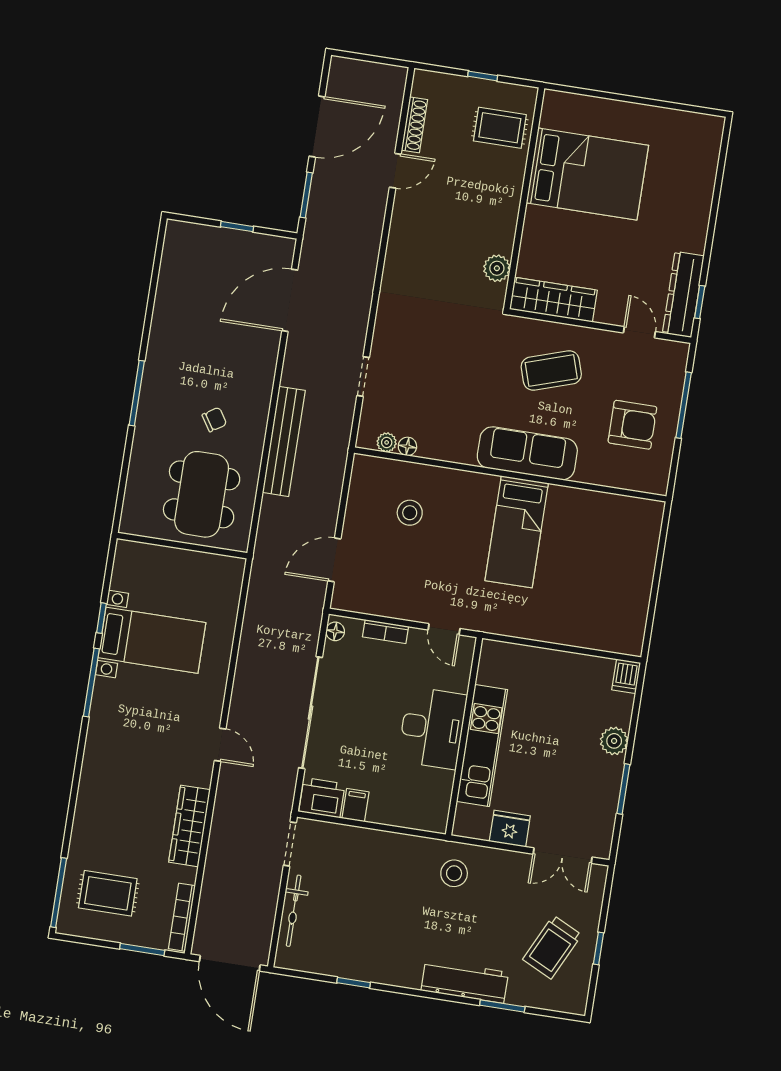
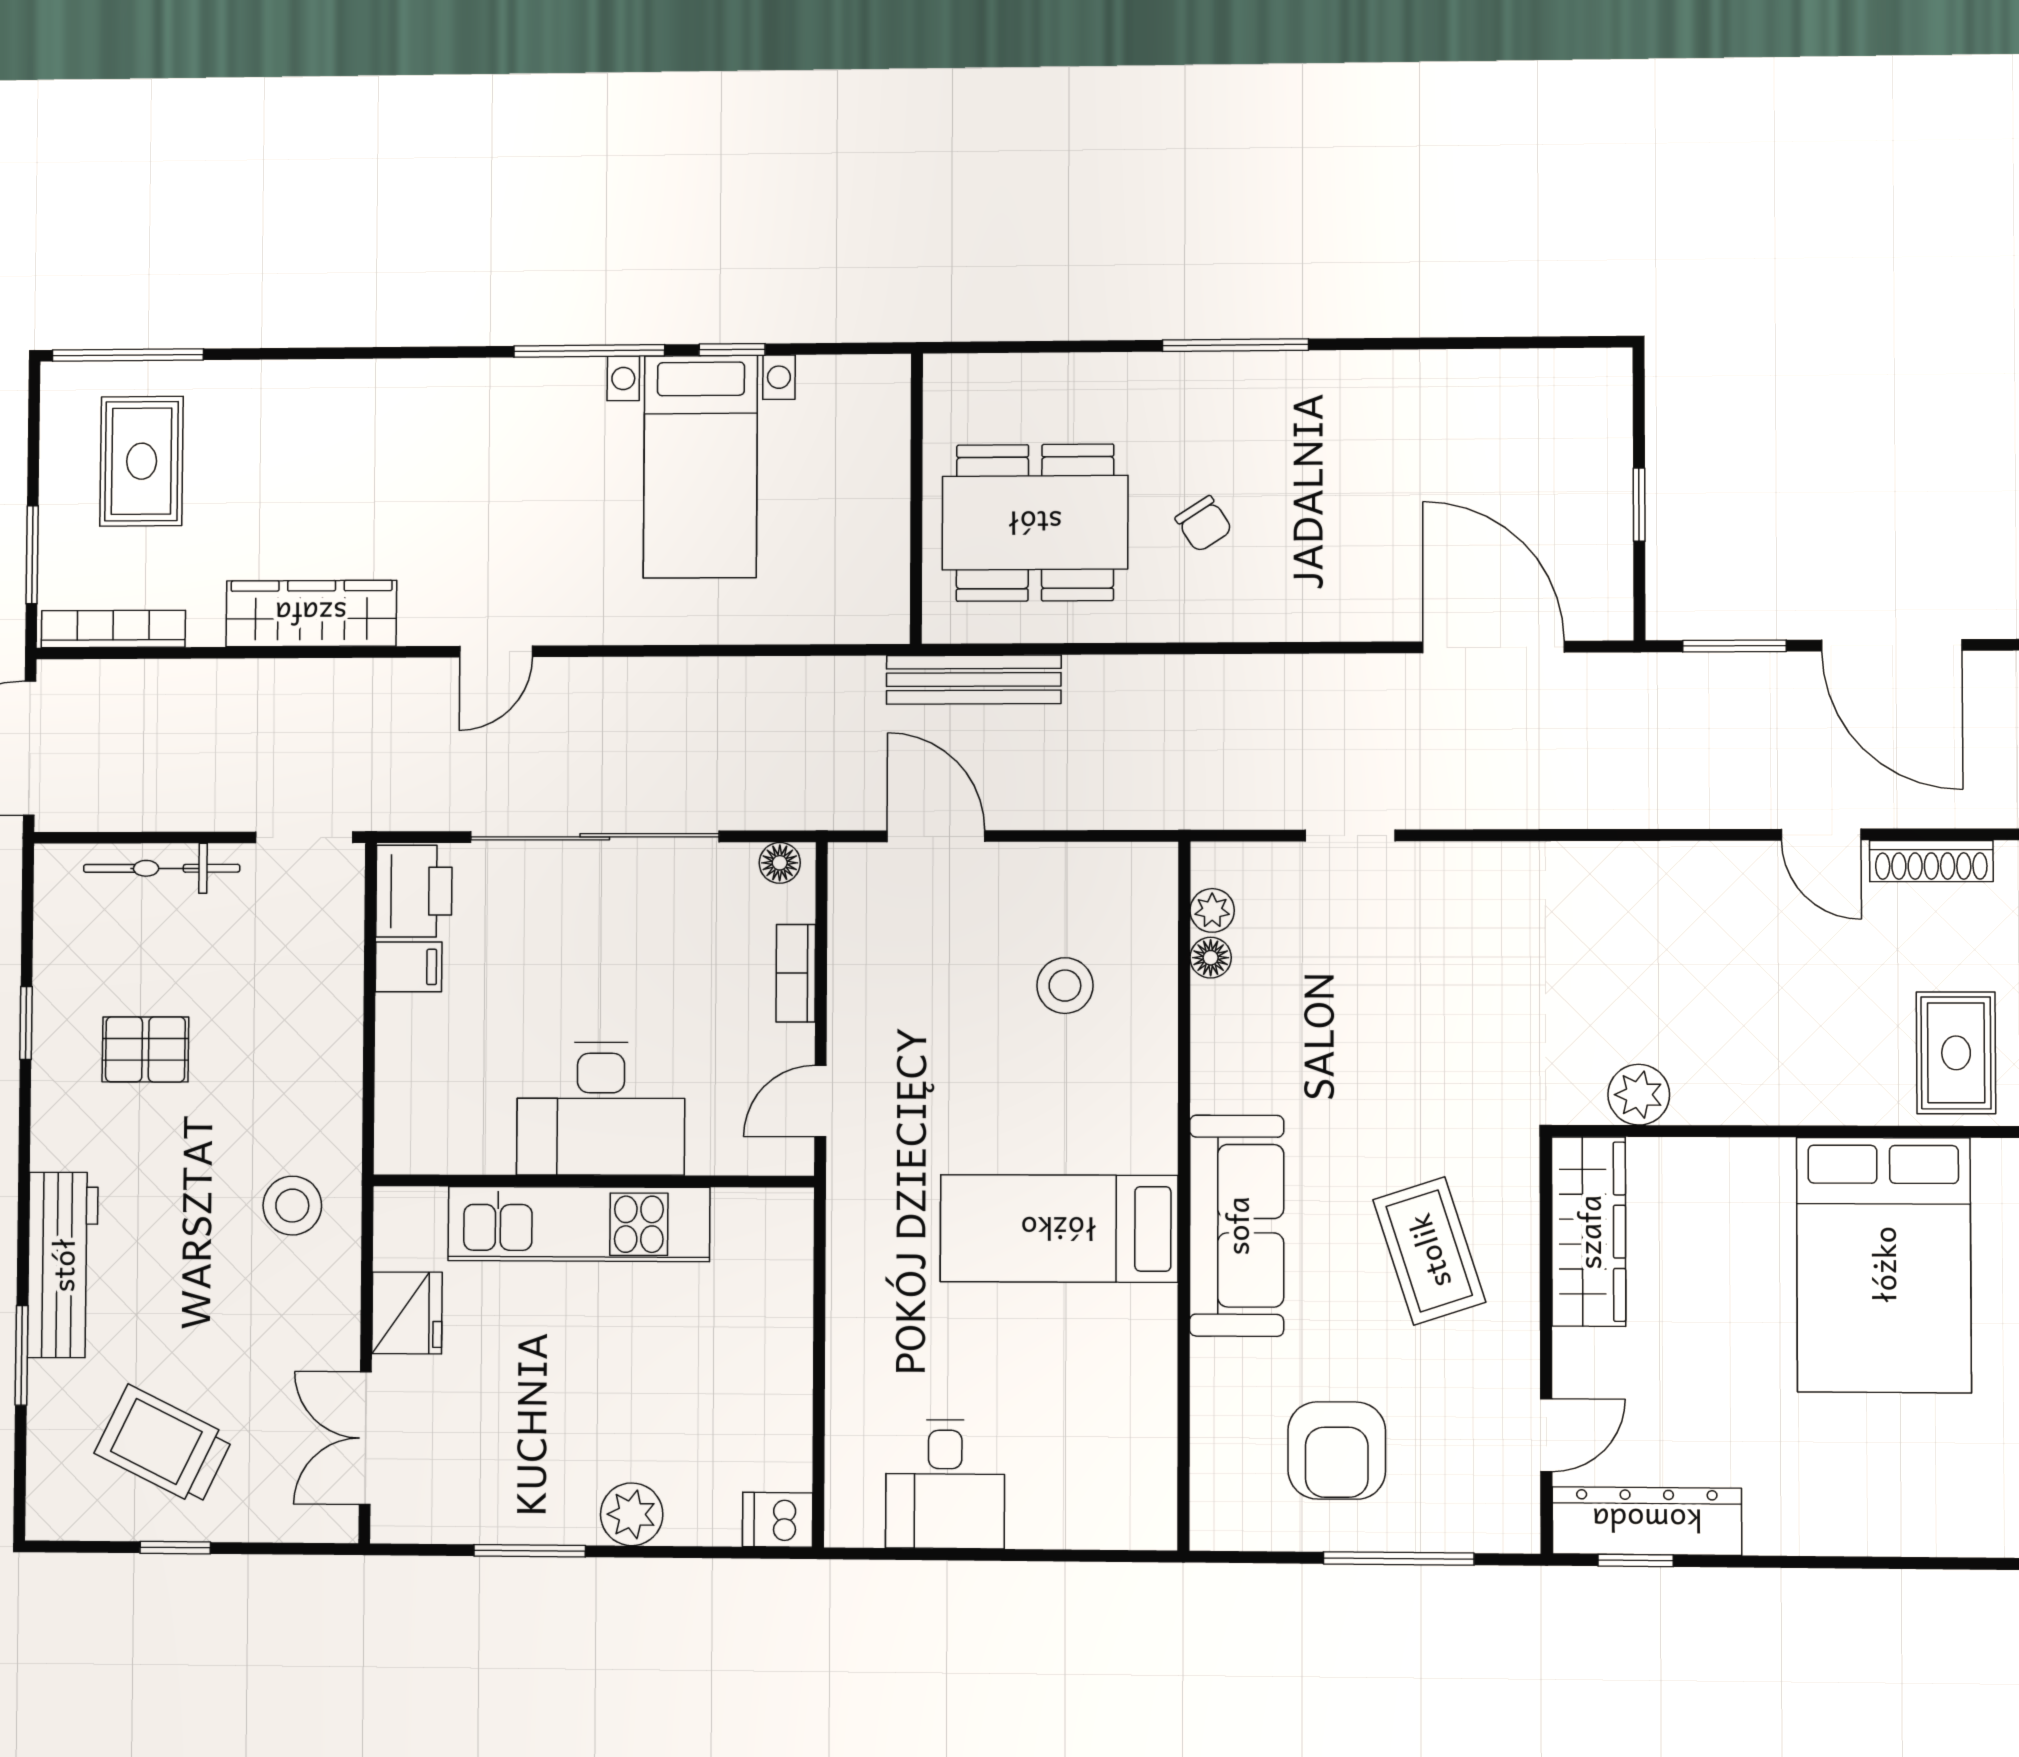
bench: (284, 441) -> (974, 680), moved, width x0.73, depth x0.82
desk: (622, 600) -> (945, 1484), added
pallet: (374, 930) -> (145, 1049), added

